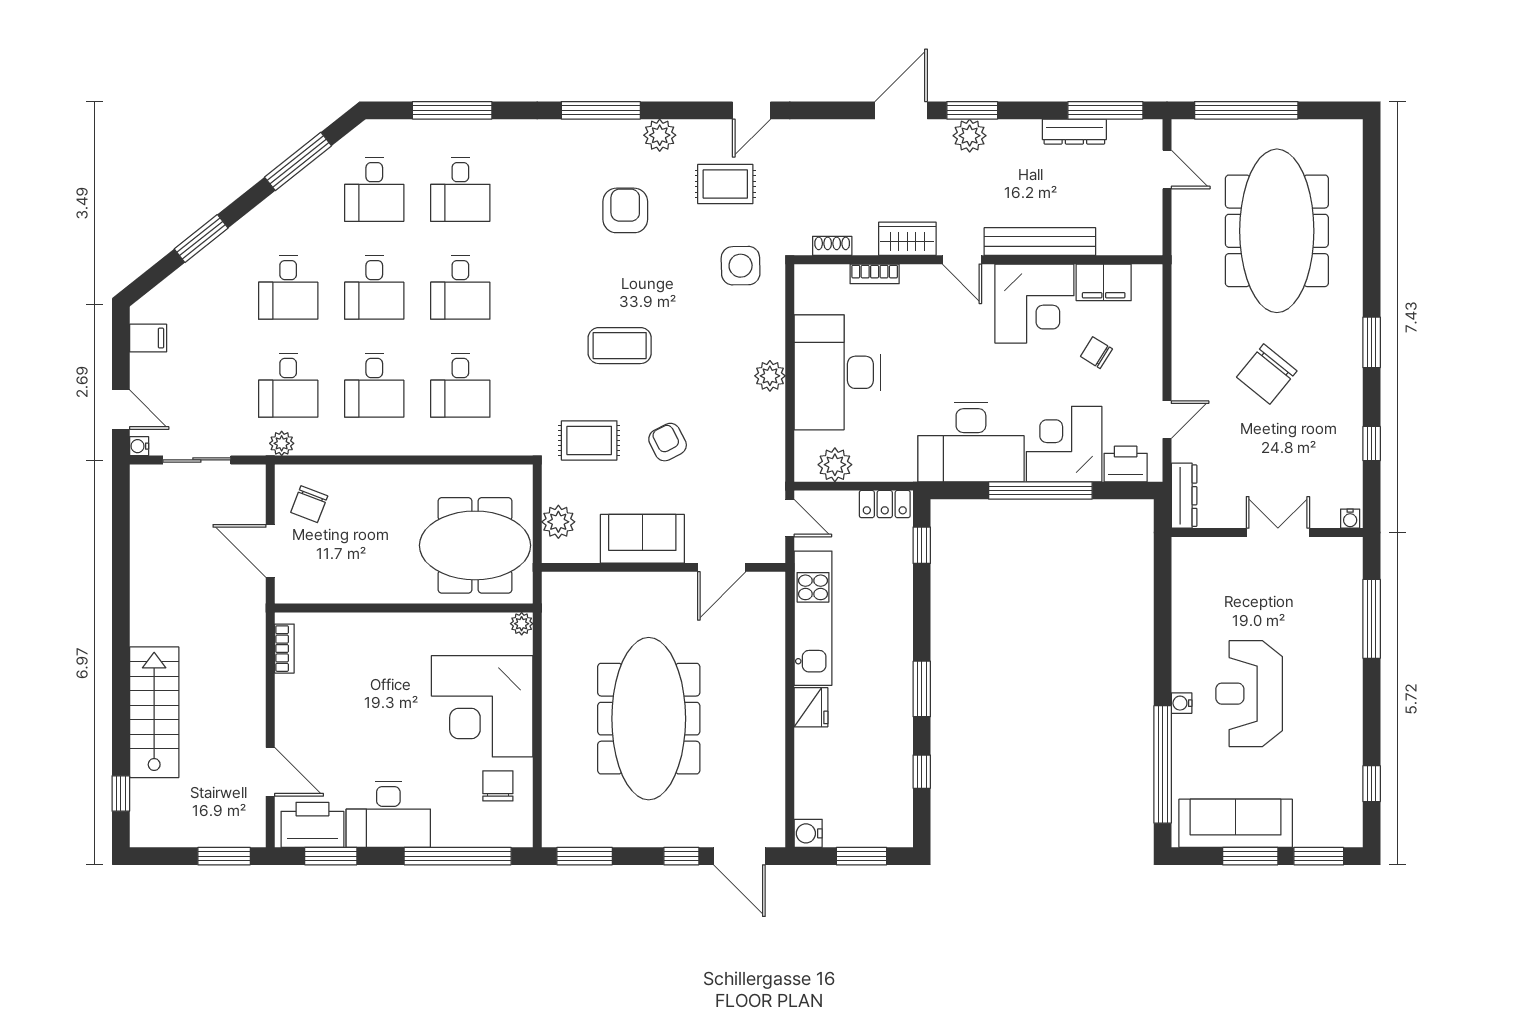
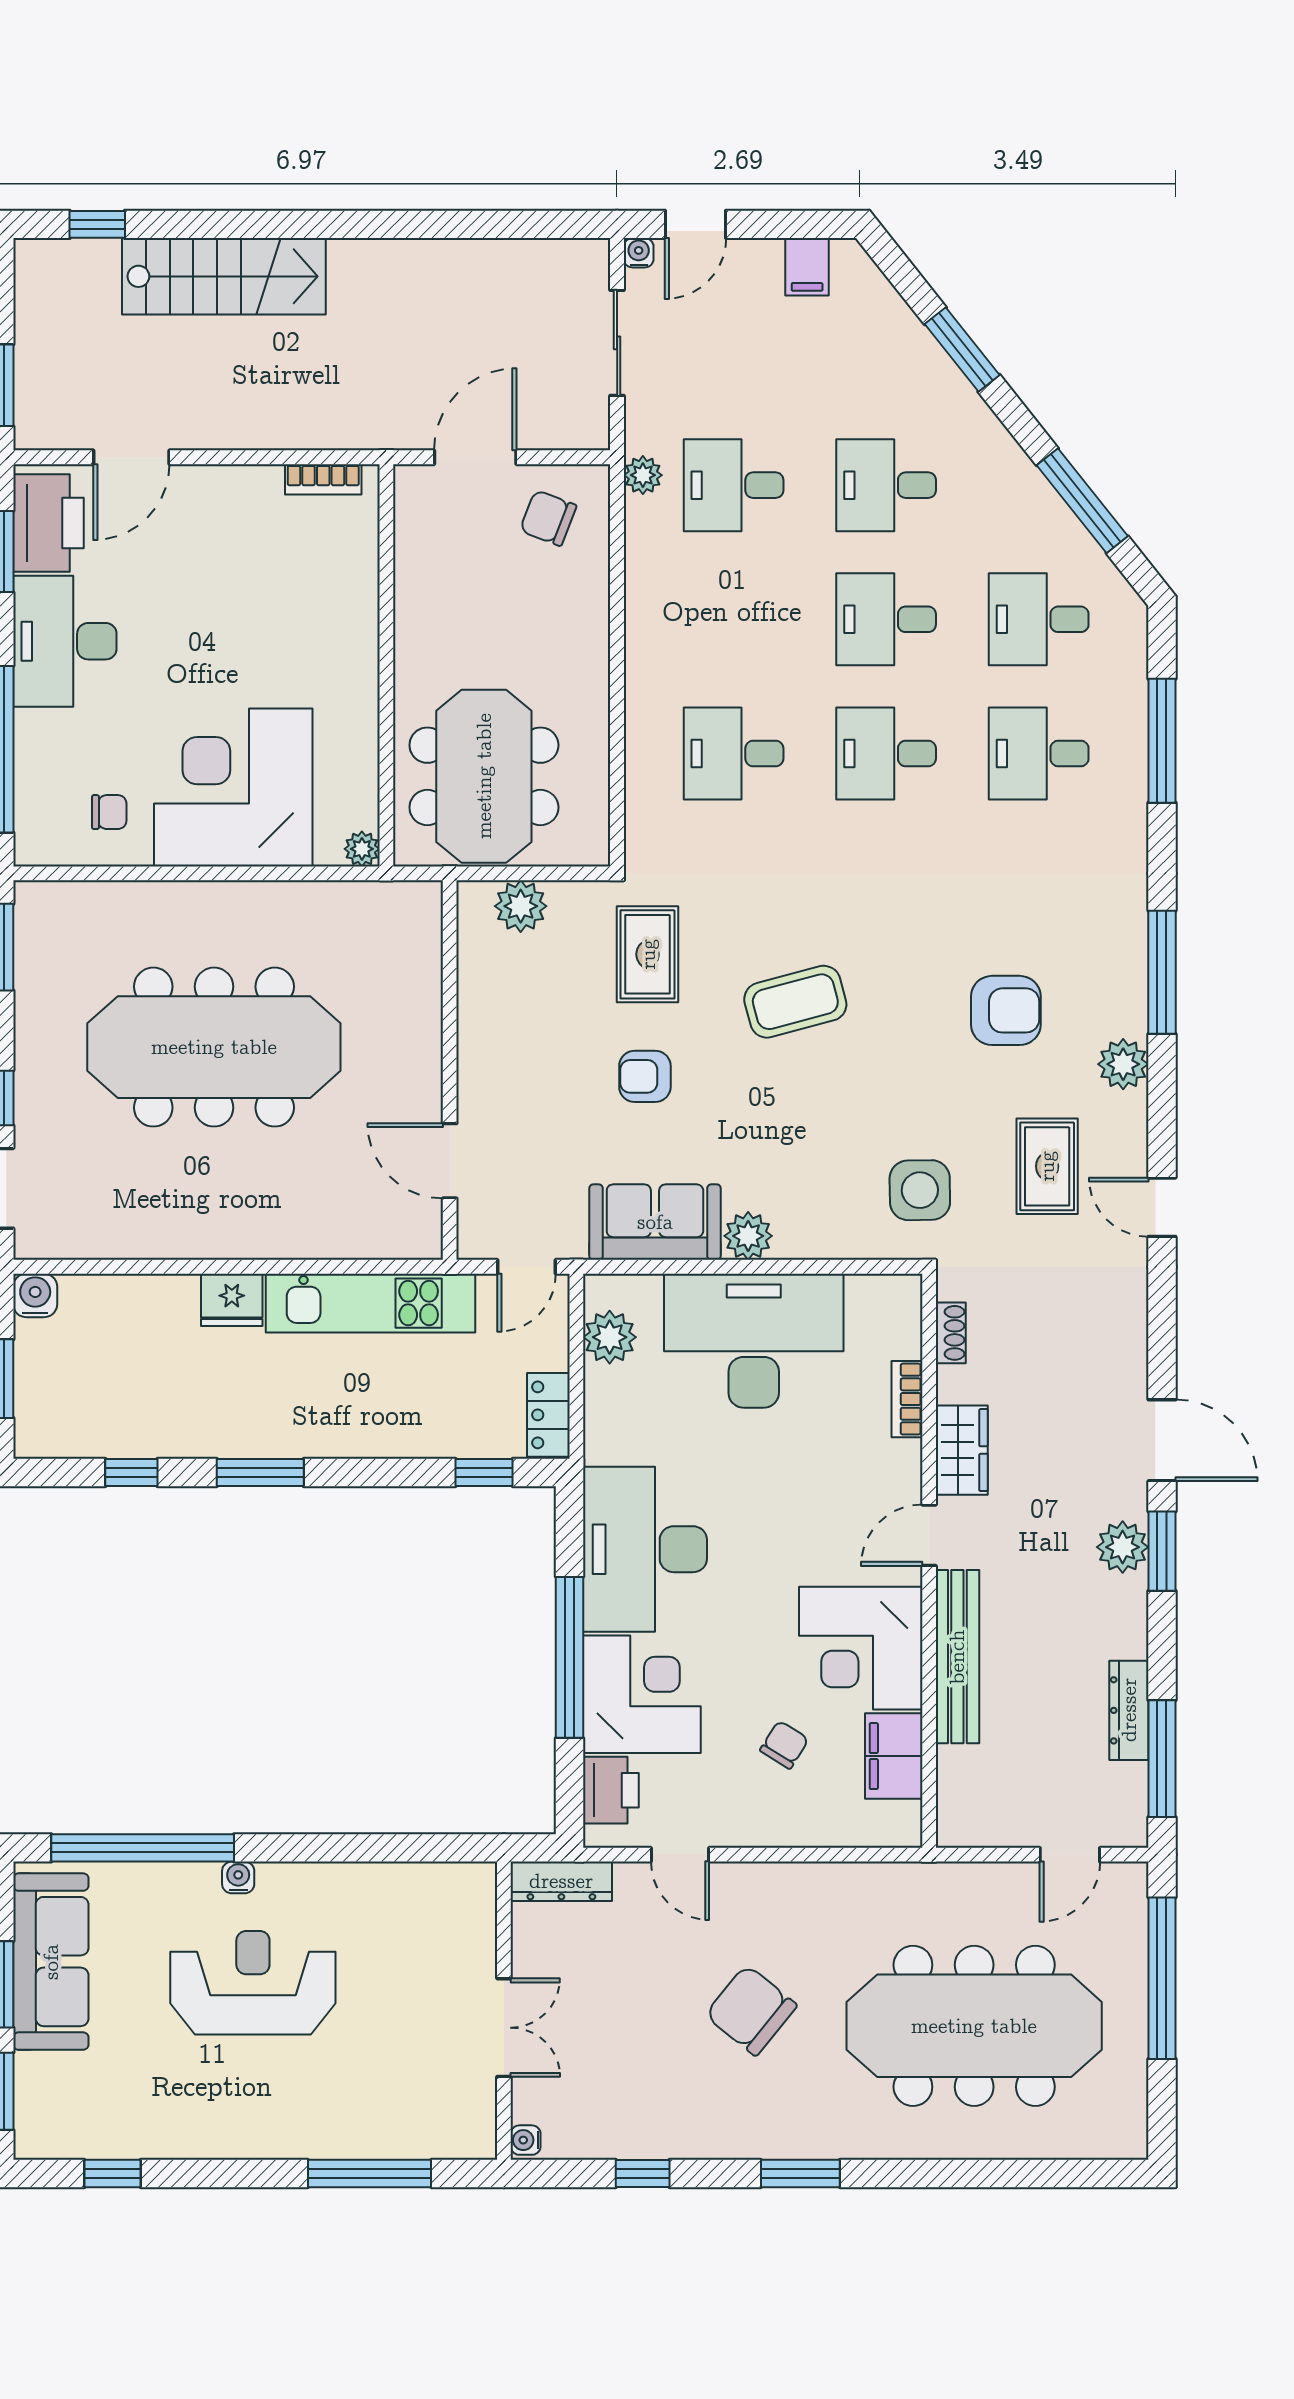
coffee table: (620, 346) -> (795, 1002), turned 75
desk: (374, 385) -> (734, 619), removed
armchair: (668, 442) -> (645, 1076), turned -153
sofa: (642, 539) -> (655, 1222), moved, turned -90
chair: (498, 786) -> (109, 812), width x0.73, depth x0.73

